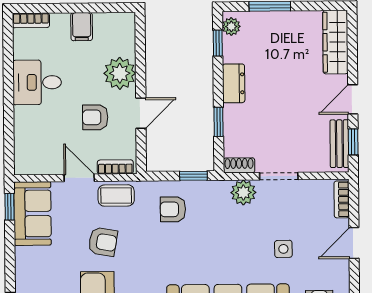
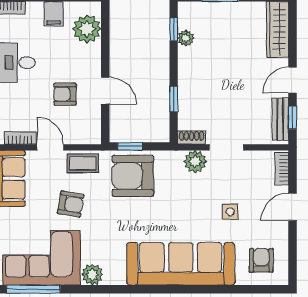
plant: (231, 26) -> (186, 38), moved
plant: (120, 73) -> (87, 29), moved
dresser: (234, 83) -> (187, 65), removed
door: (141, 113) -> (105, 91), hinge flipped
bookcase: (115, 167) -> (20, 138), moved
window: (193, 176) -> (130, 146), moved
armchair: (173, 209) -> (133, 176), width x1.88, depth x1.88

